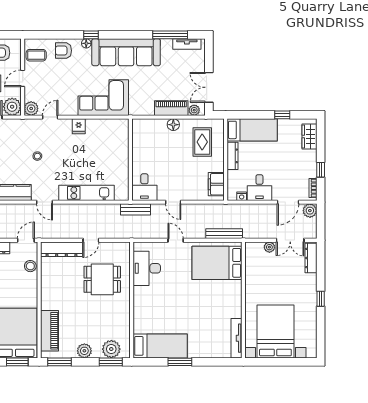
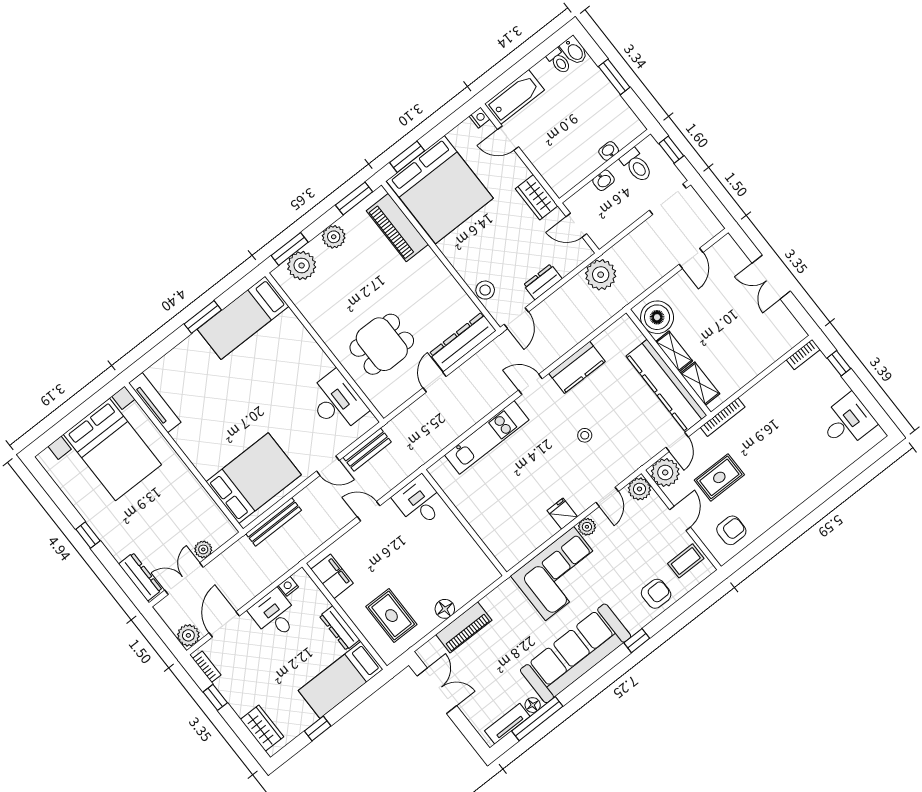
floor lamp: (86, 43) -> (533, 705), moved
plant: (194, 110) -> (587, 527), moved
bench: (135, 209) -> (367, 450), moved

